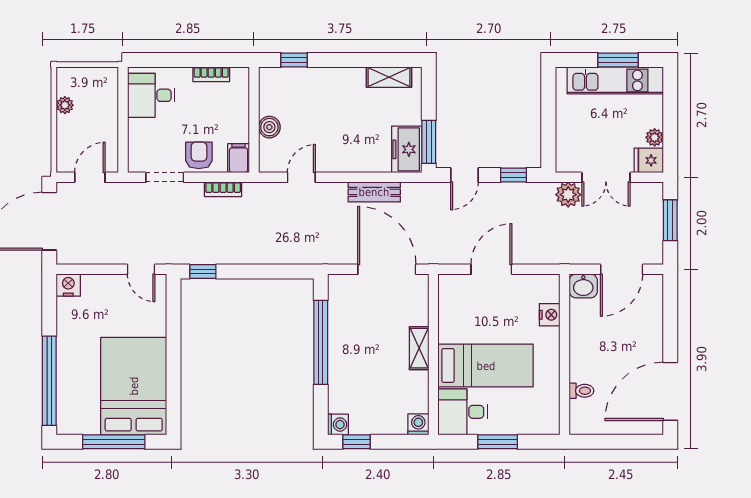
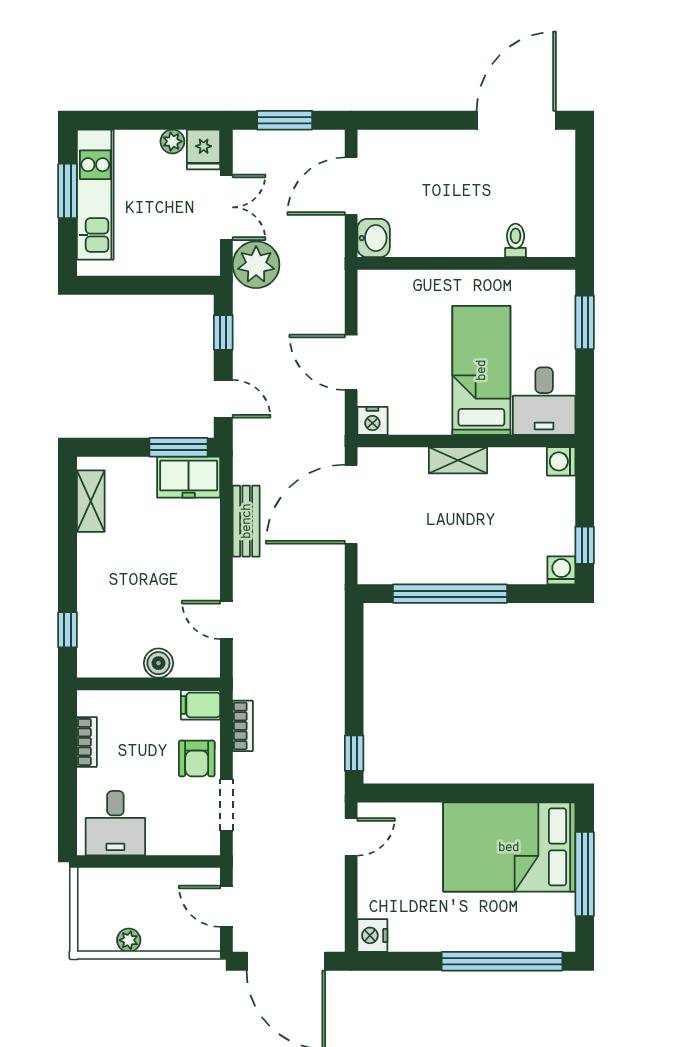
armchair: (199, 155) -> (197, 758), turned -90
plant: (568, 195) -> (256, 265), width x1.36, depth x1.36
door: (622, 269) -> (351, 186), swing flipped
nightstand: (550, 315) -> (372, 421), moved, turned 180
door: (670, 391) -> (516, 120), swing flipped
window: (498, 442) -> (585, 322), moved

